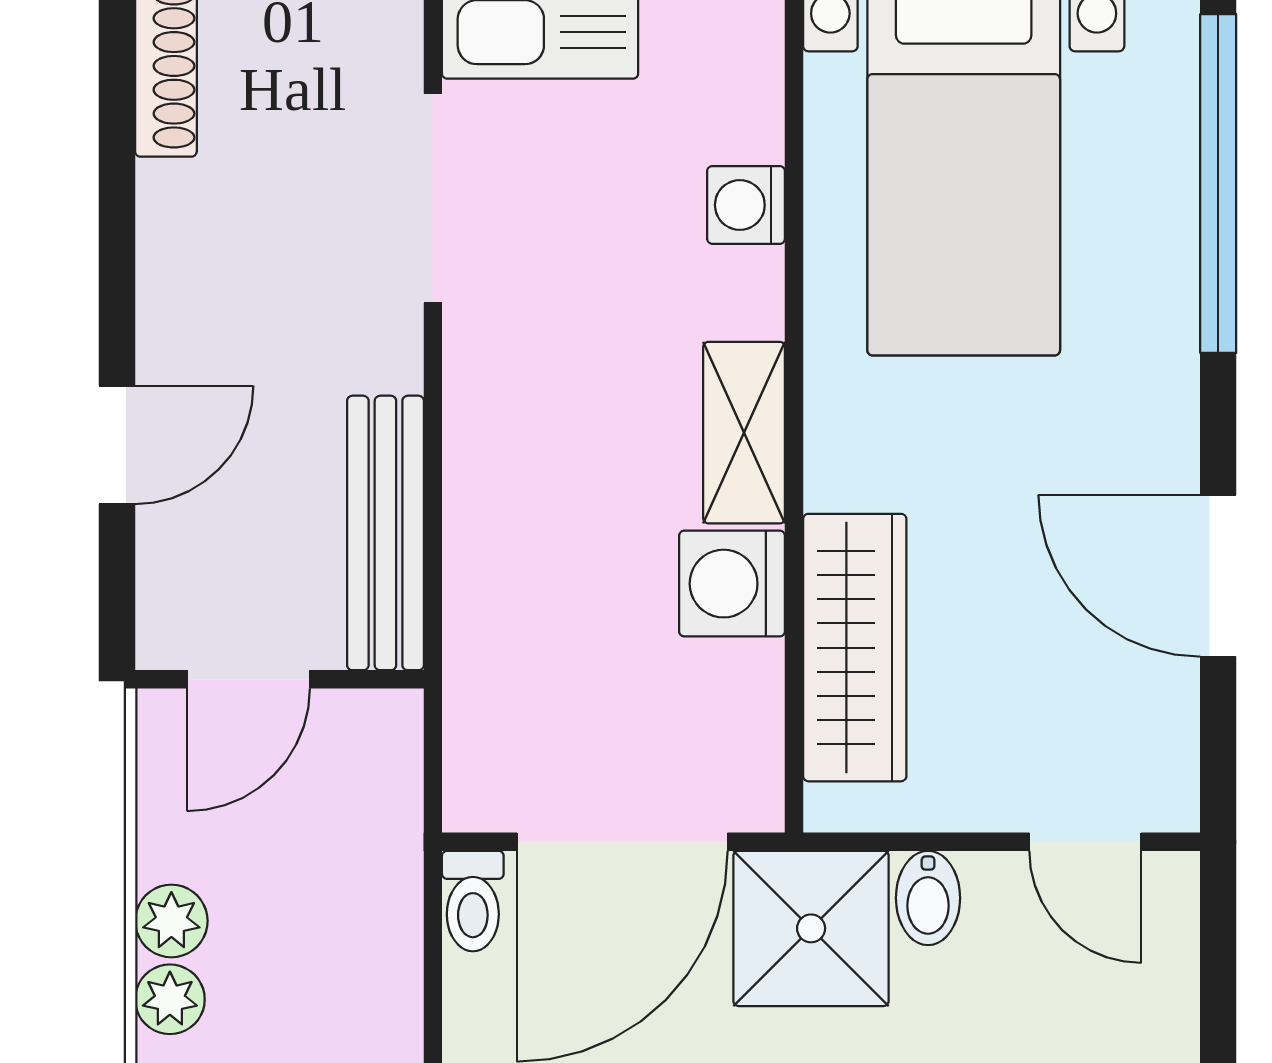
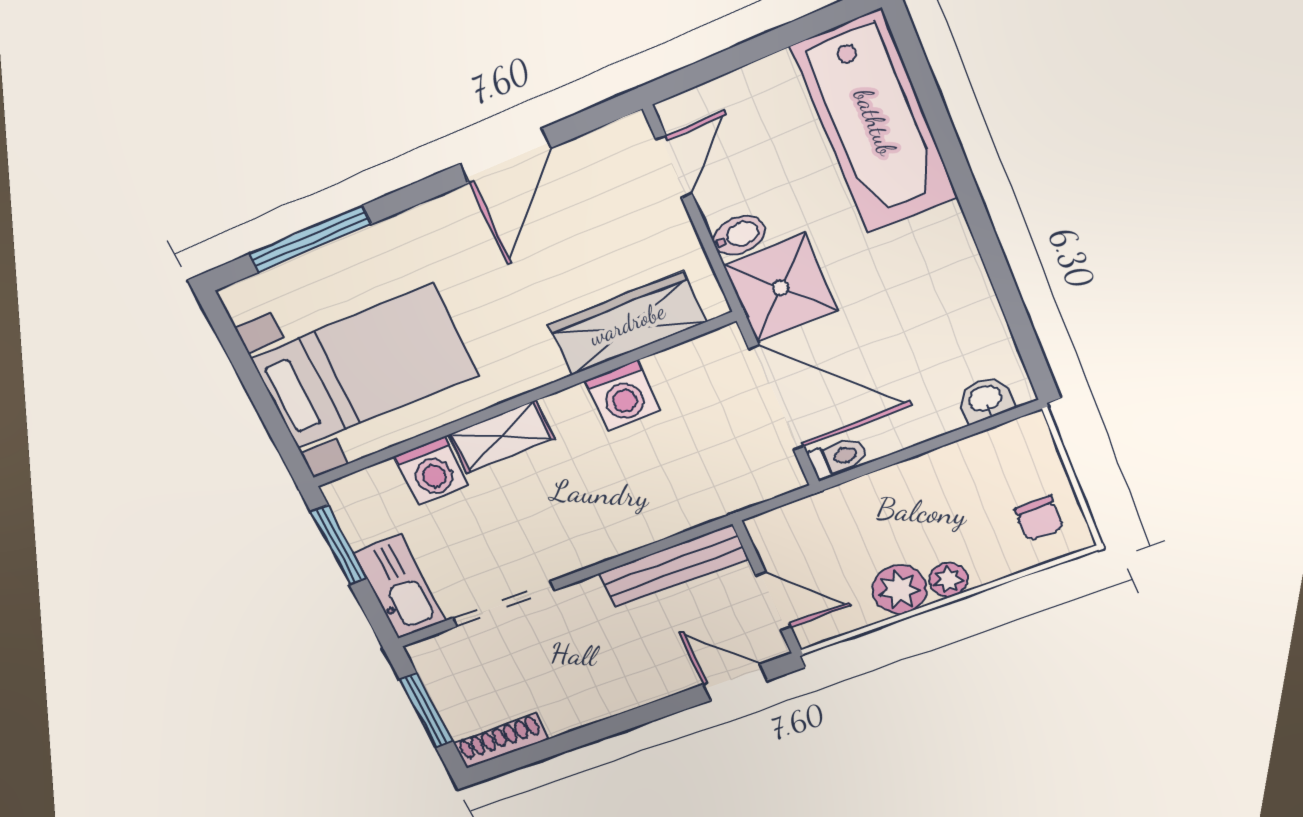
window: (1218, 183) -> (310, 239), width x0.68
washing machine: (746, 205) -> (431, 471), width x1.38, depth x1.38
shelving: (744, 433) -> (501, 437), moved
door: (117, 445) -> (735, 682), moved
plant: (171, 921) -> (899, 589), width x1.38, depth x1.38

